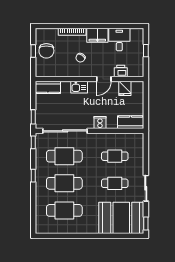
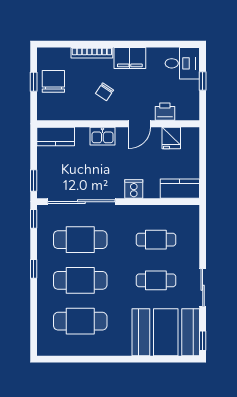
desk: (119, 40) -> (182, 63), moved, turned 90
chair: (46, 51) -> (53, 81), turned 180

